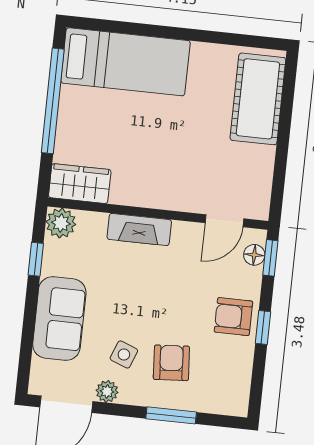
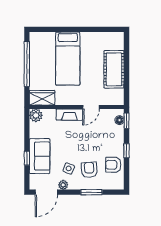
bed: (125, 62) -> (68, 59), moved, turned 90
cot: (258, 99) -> (114, 69), moved
door: (224, 221) -> (91, 107), moved
window: (36, 259) -> (27, 158), moved
armchair: (233, 317) -> (113, 165), moved

